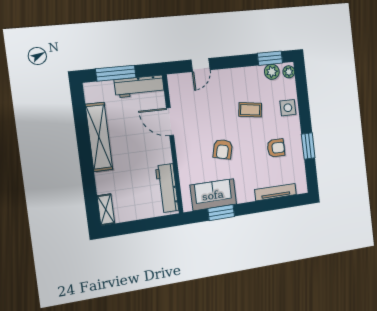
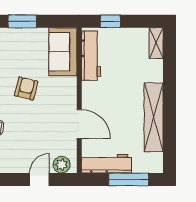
plant: (182, 81) -> (62, 165), added
sofa: (213, 195) -> (63, 52), moved, turned 90
window: (221, 213) -> (22, 21), moved
window: (153, 224) -> (110, 21), added

